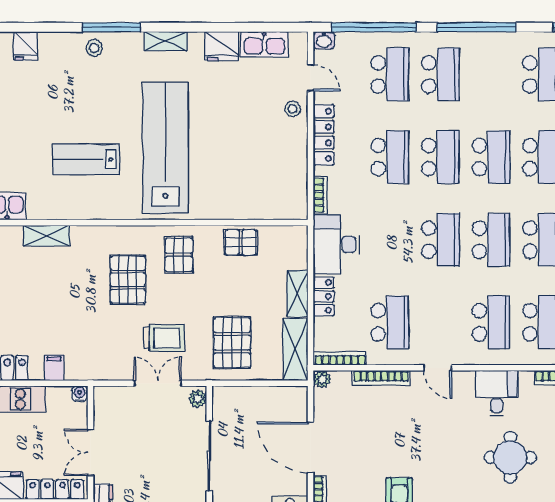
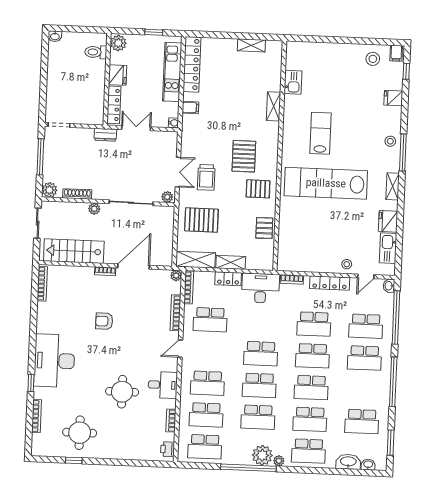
lab bench: (165, 148) -> (326, 183), turned 180
pallet: (128, 280) -> (244, 156), turned 90

